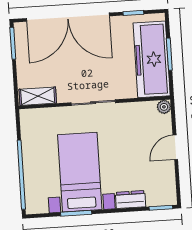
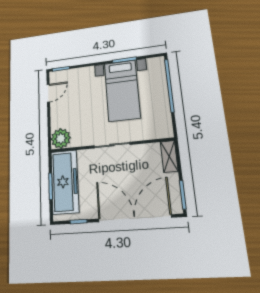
shelving: (38, 96) -> (169, 156), moved, turned 90
plant: (164, 107) -> (61, 138), width x1.87, depth x1.87
door: (175, 147) -> (48, 93), moved
dresser: (131, 200) -> (83, 73), removed

